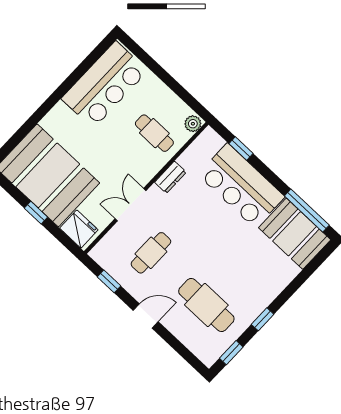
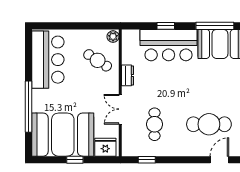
window: (40, 114) -> (29, 107), added
cafe table: (154, 133) -> (98, 60), turned 33
window: (241, 149) -> (166, 26), moved
door: (146, 316) -> (219, 160), moved

